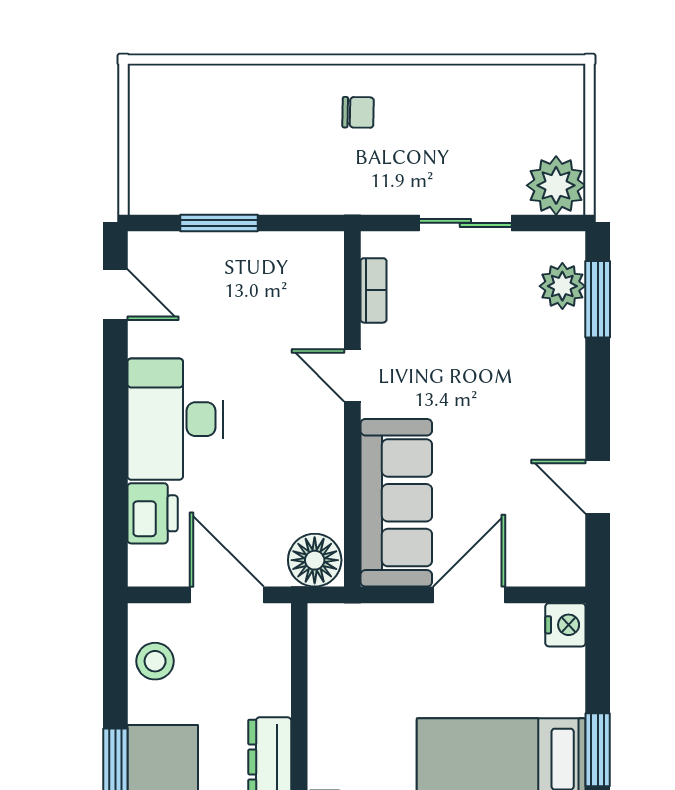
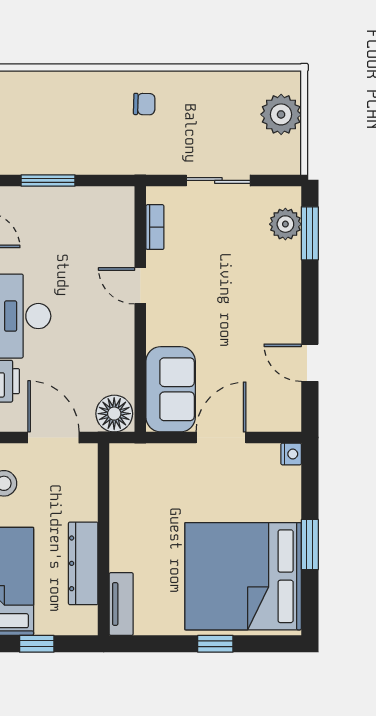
plant: (556, 185) -> (281, 114), moved
sofa: (396, 503) -> (171, 389), width x0.73
nightstand: (565, 625) -> (291, 454), width x0.72, depth x0.74

